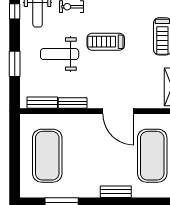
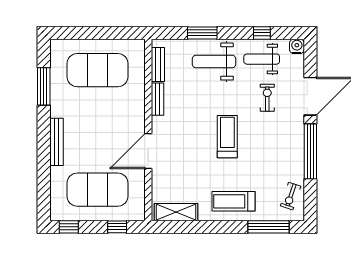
weight bench: (60, 54) -> (214, 61), moved, turned -90
bench: (116, 192) -> (56, 142), width x1.36

